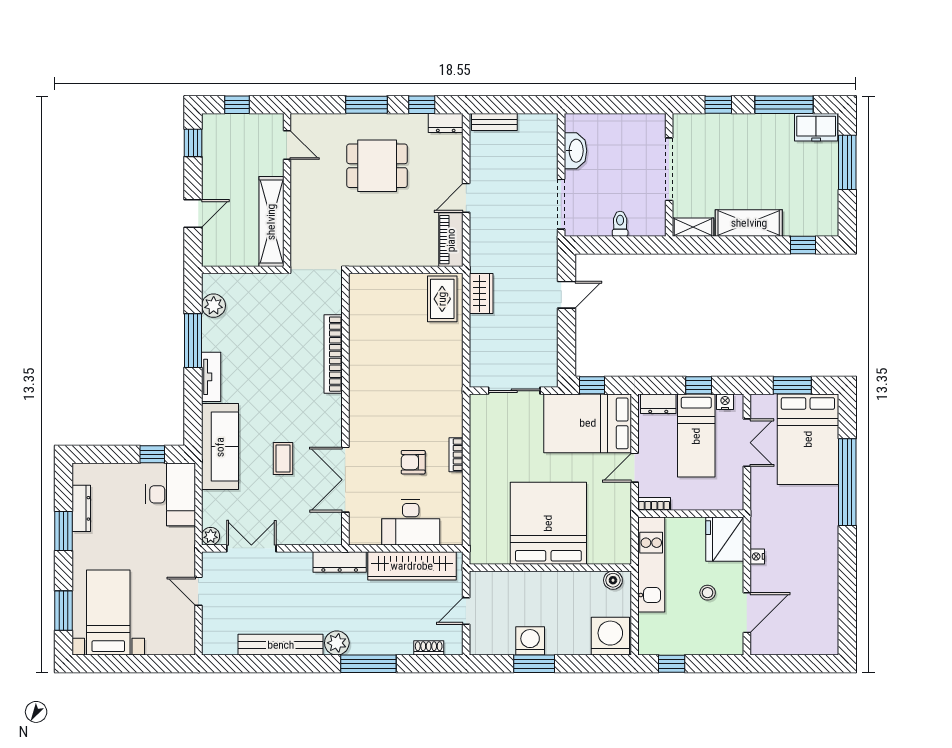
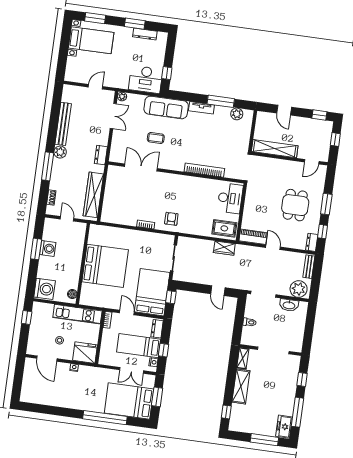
plant: (541, 136) -> (299, 289), added
armchair: (413, 462) -> (171, 219), moved
desk: (411, 522) -> (230, 198), moved, turned 180
dresser: (340, 562) -> (101, 155), width x0.70

